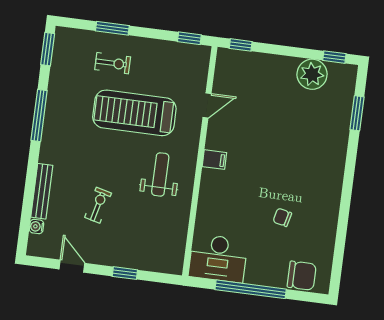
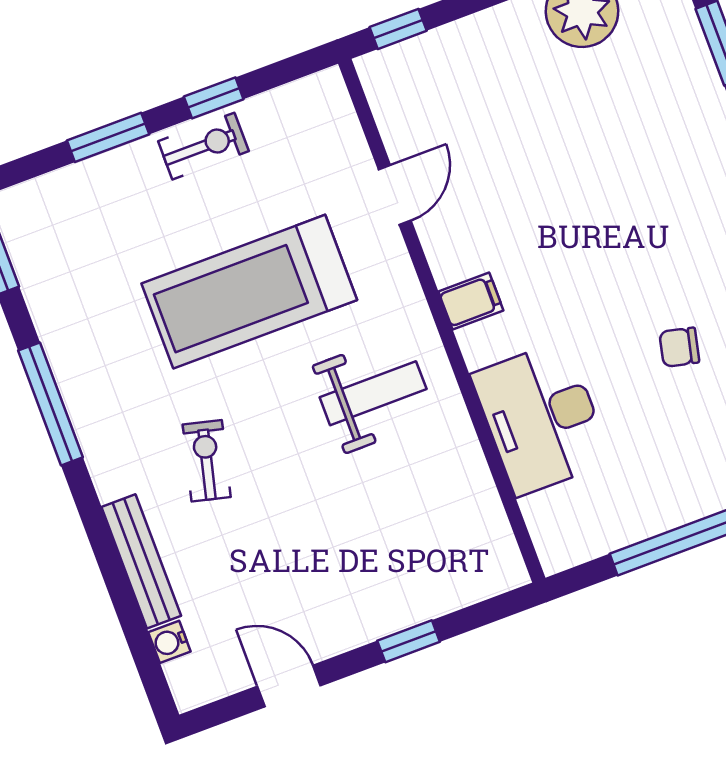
window: (189, 38) -> (214, 98), moved
exercise bike: (113, 63) -> (203, 146), moved
weight bench: (160, 174) -> (373, 393), turned 90
exercise bike: (98, 205) -> (207, 461), moved
desk: (218, 258) -> (541, 418), moved, turned 90

